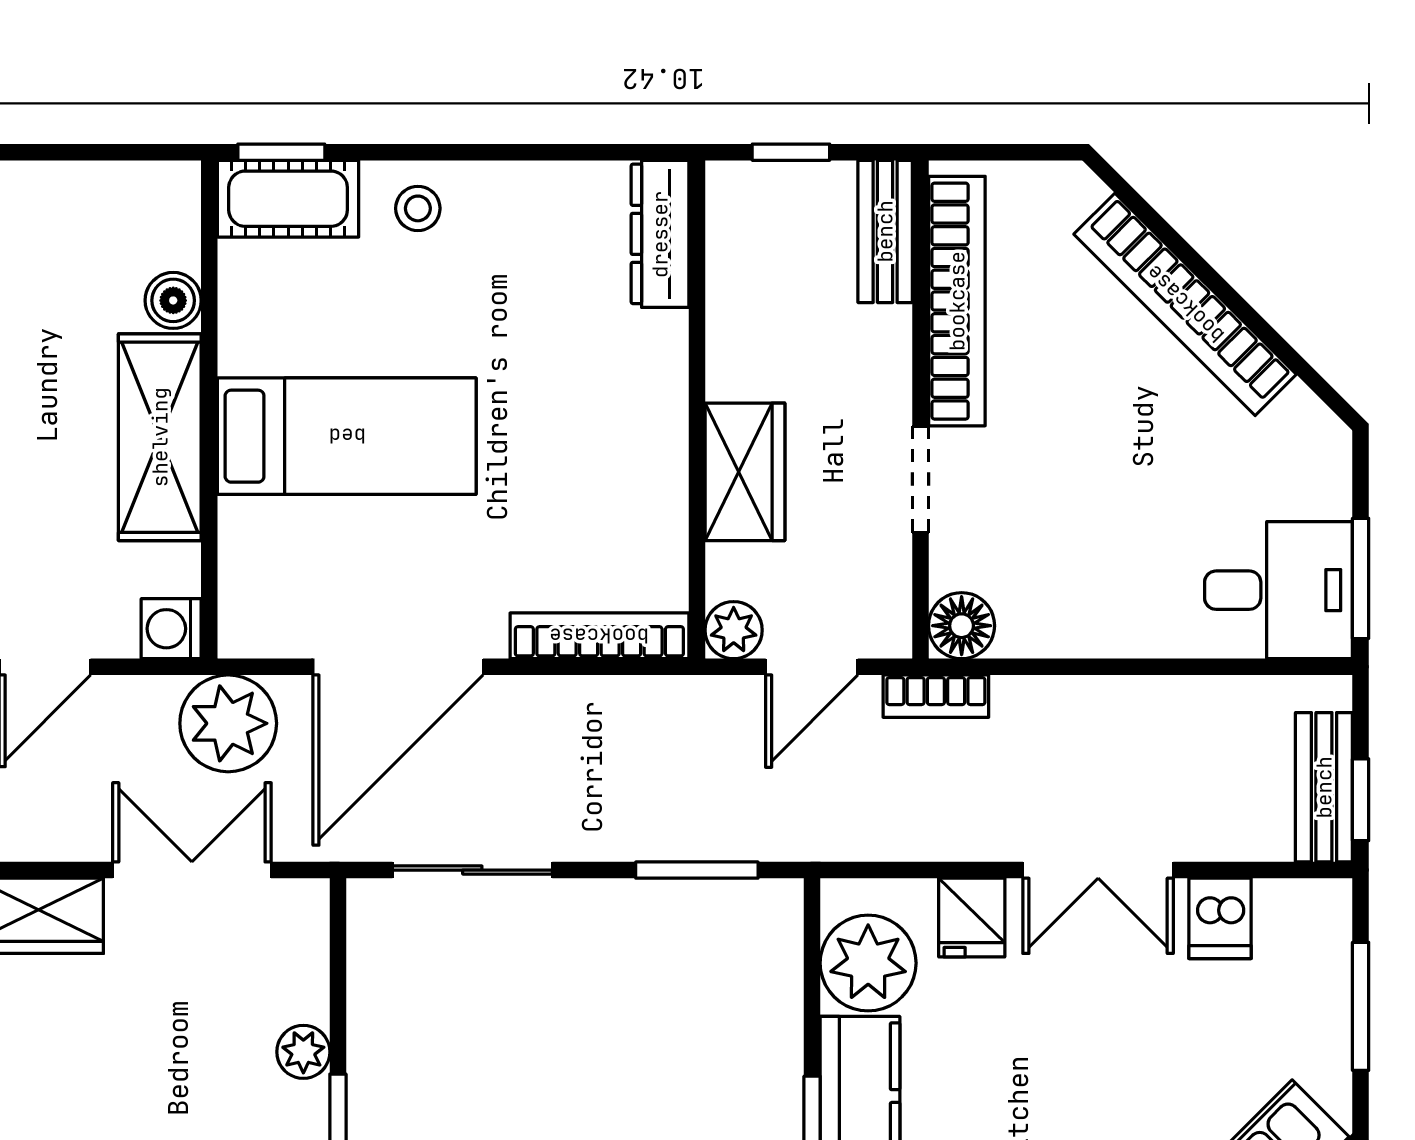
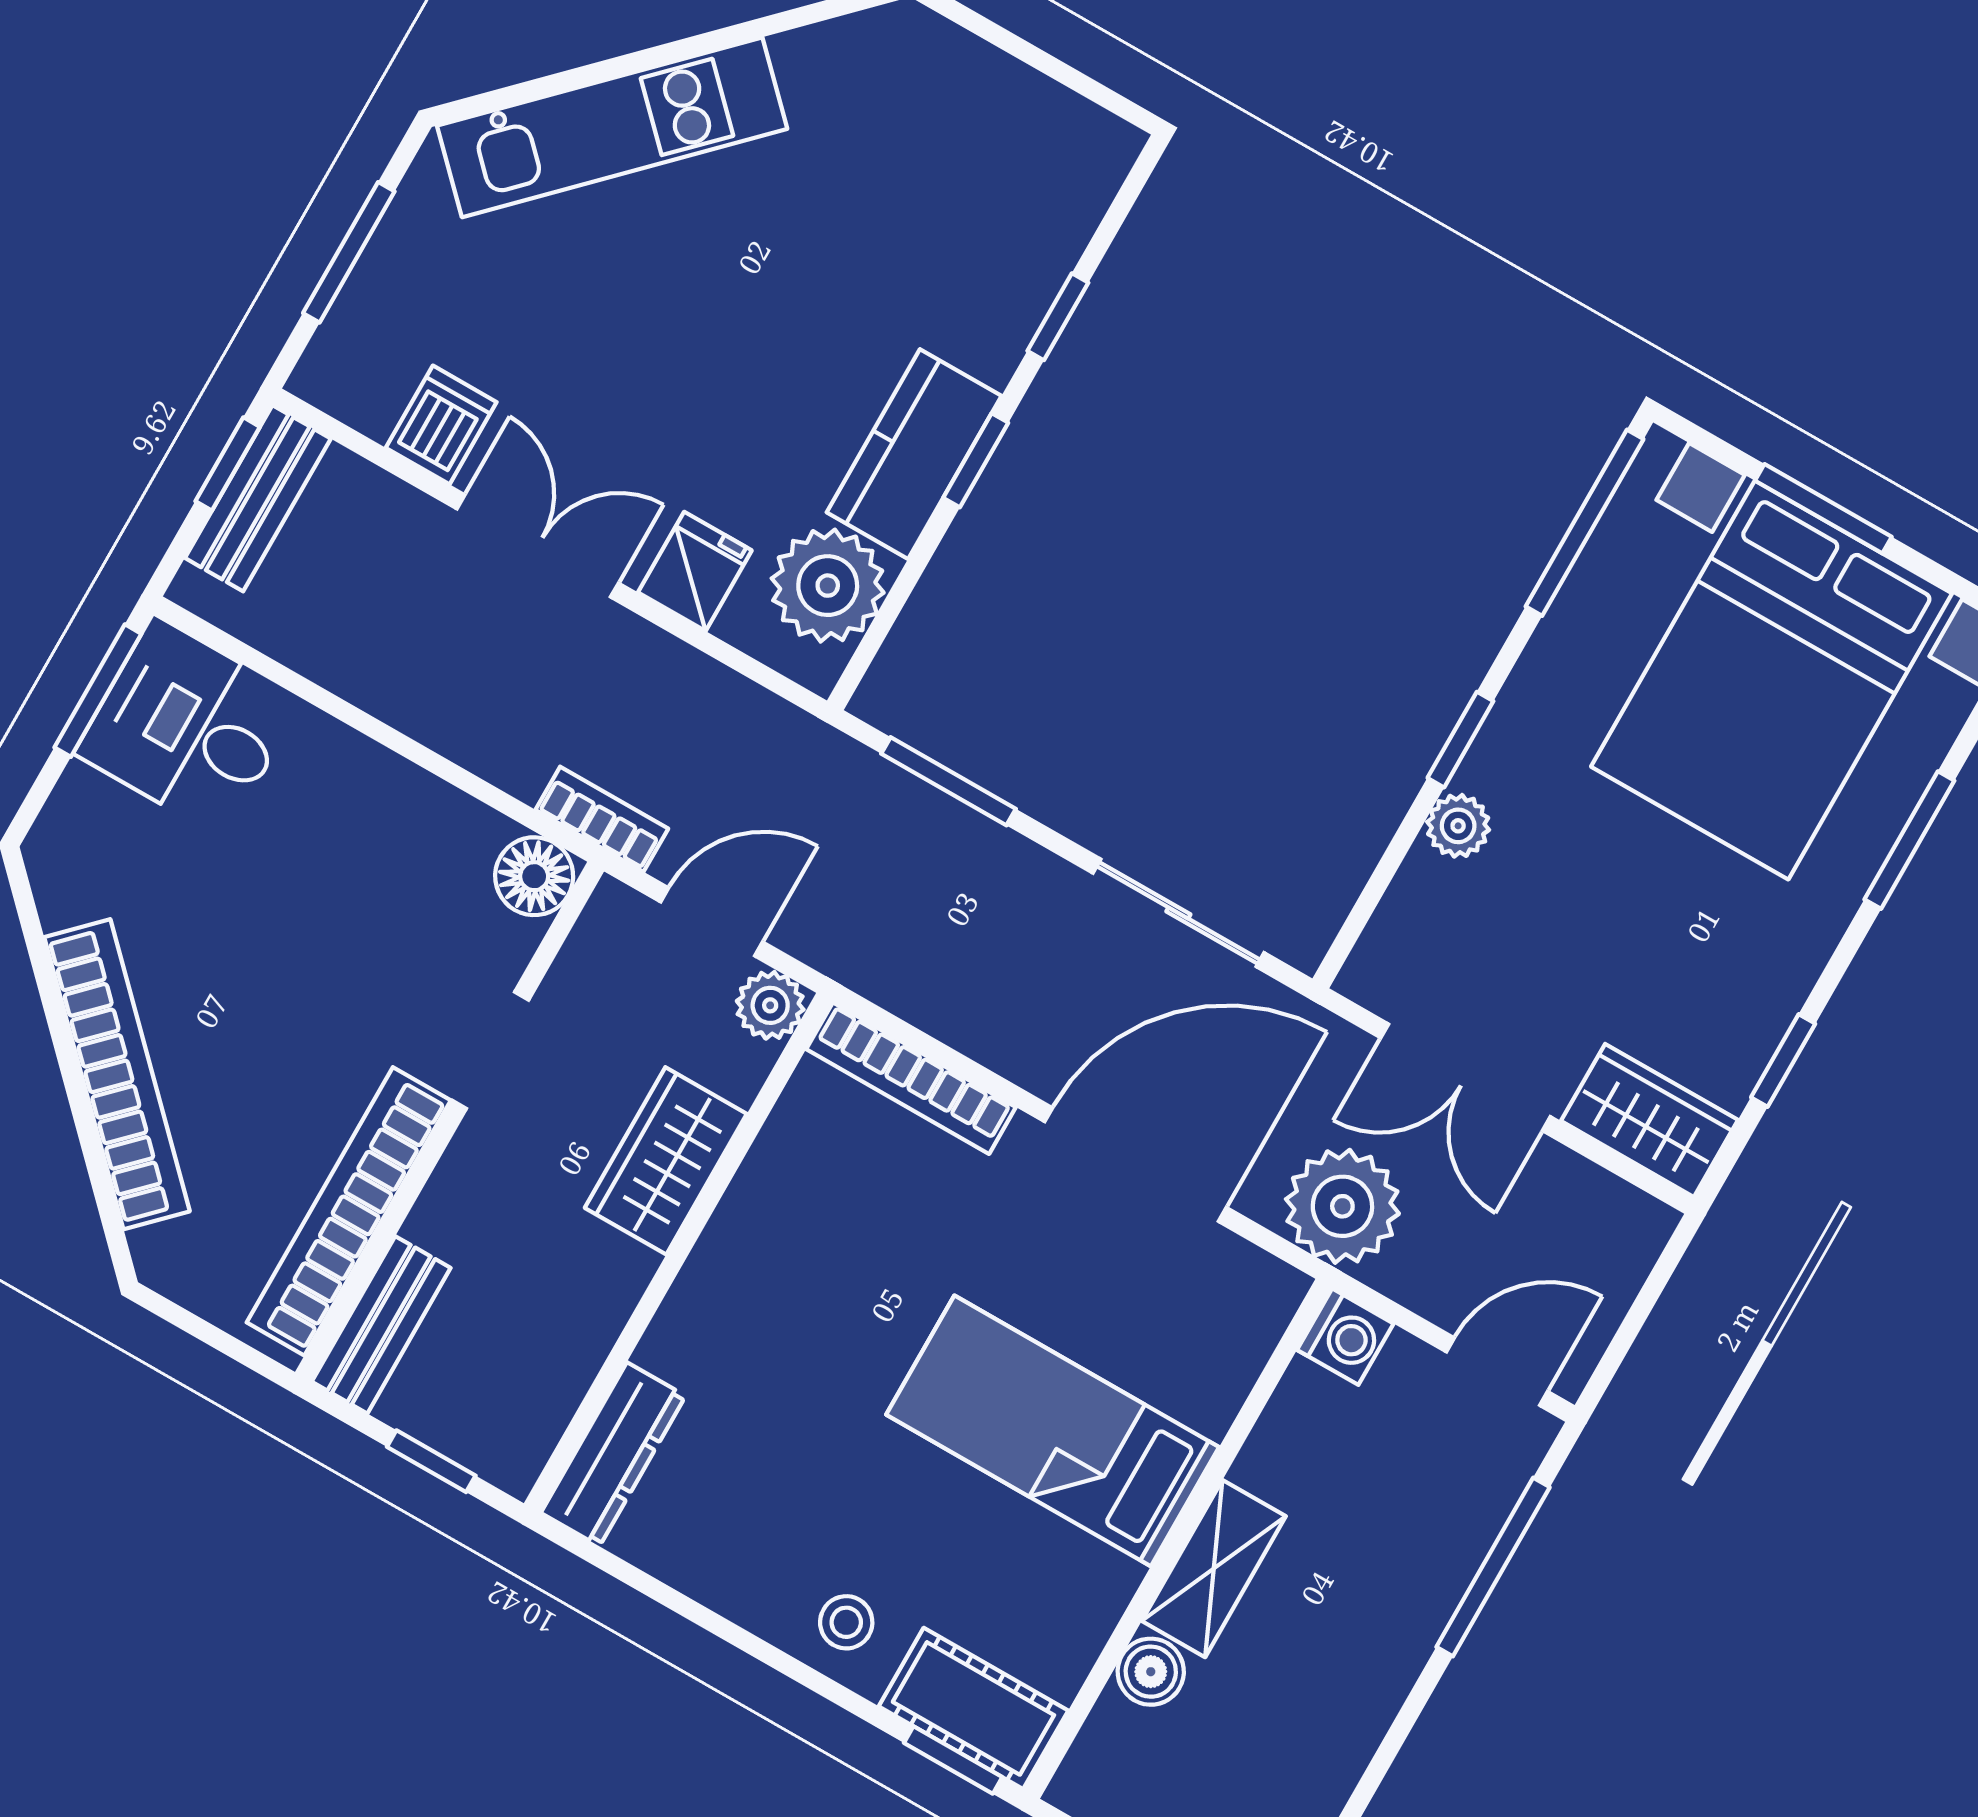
shelving: (160, 437) -> (1214, 1569), width x0.67, depth x0.75

